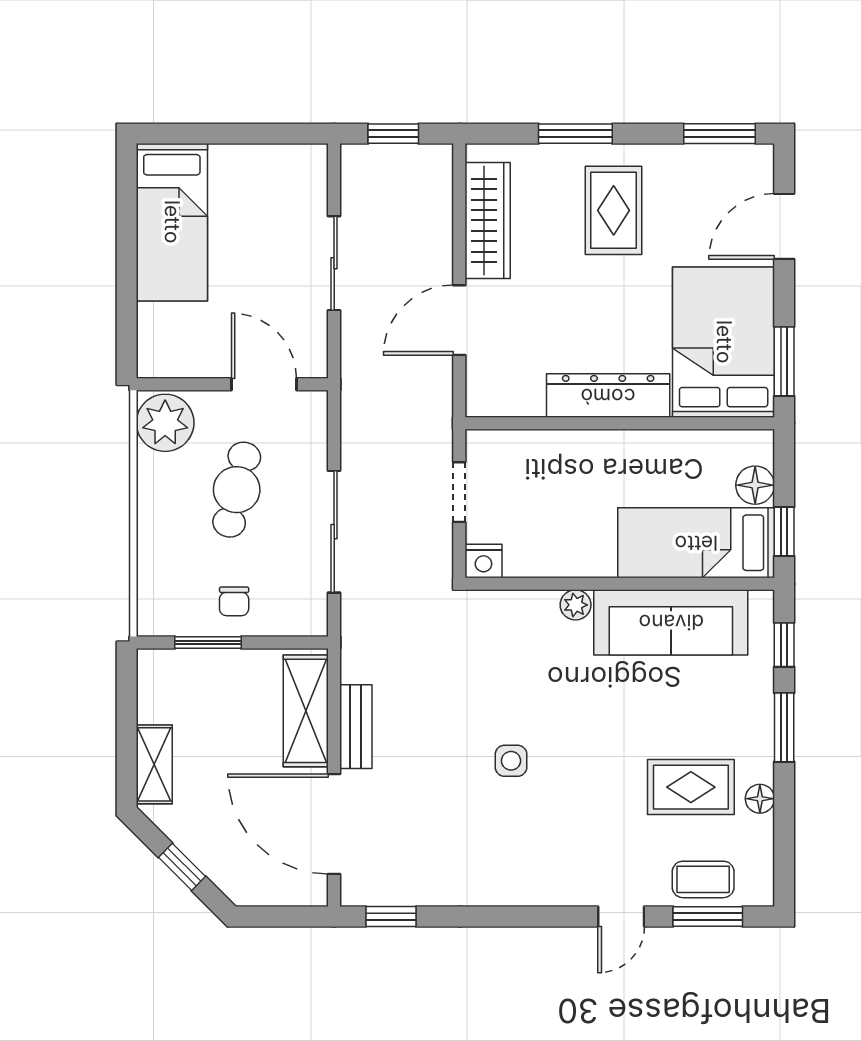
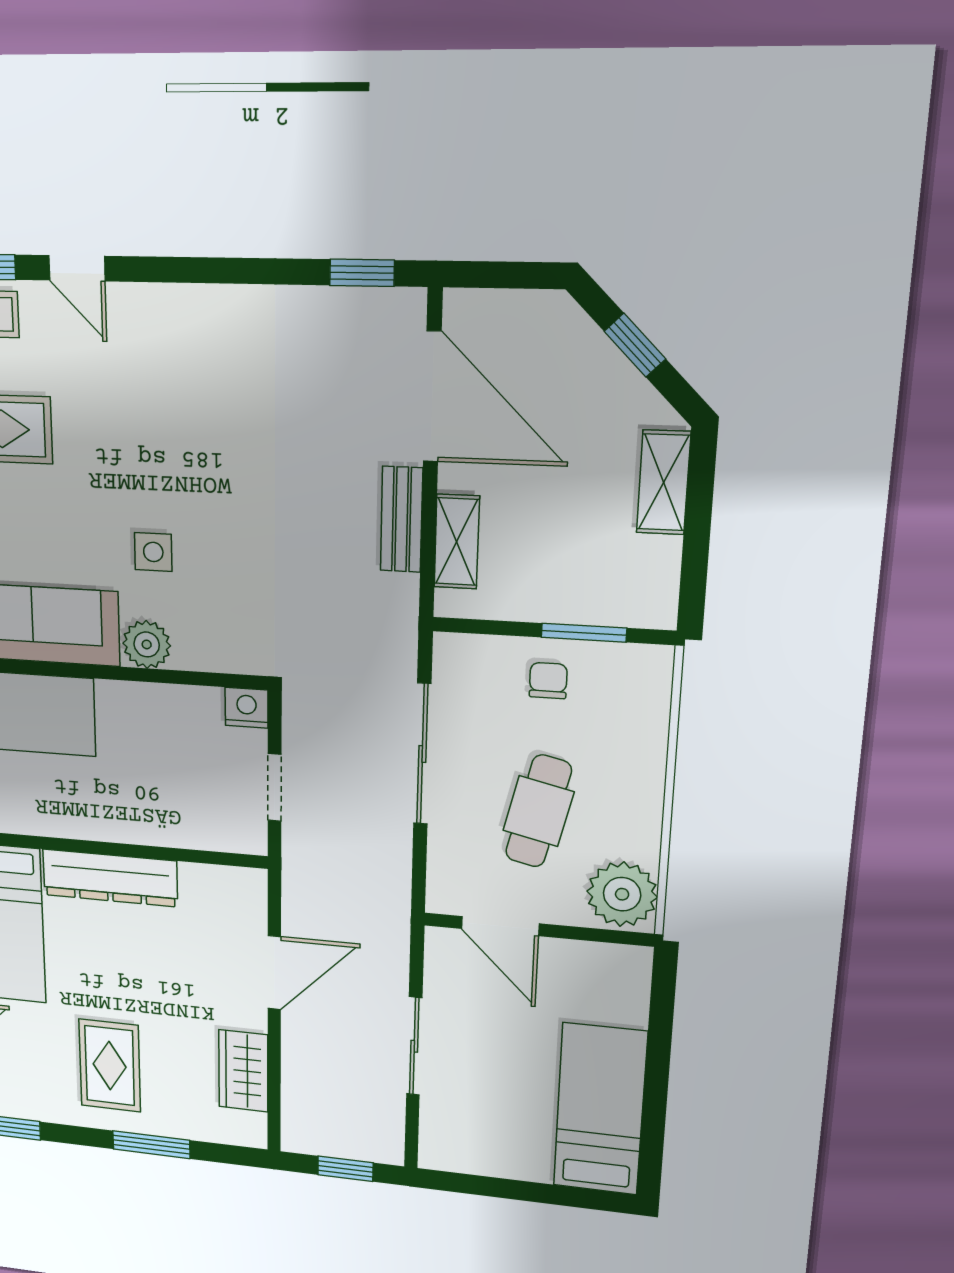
wardrobe: (488, 220) -> (243, 1071), width x0.67
plant: (576, 605) -> (147, 644), width x1.38, depth x1.38
shelving: (306, 711) -> (457, 542), width x0.67, depth x0.75
side table: (511, 761) -> (153, 552), moved
door: (621, 917) -> (77, 268), swing flipped

